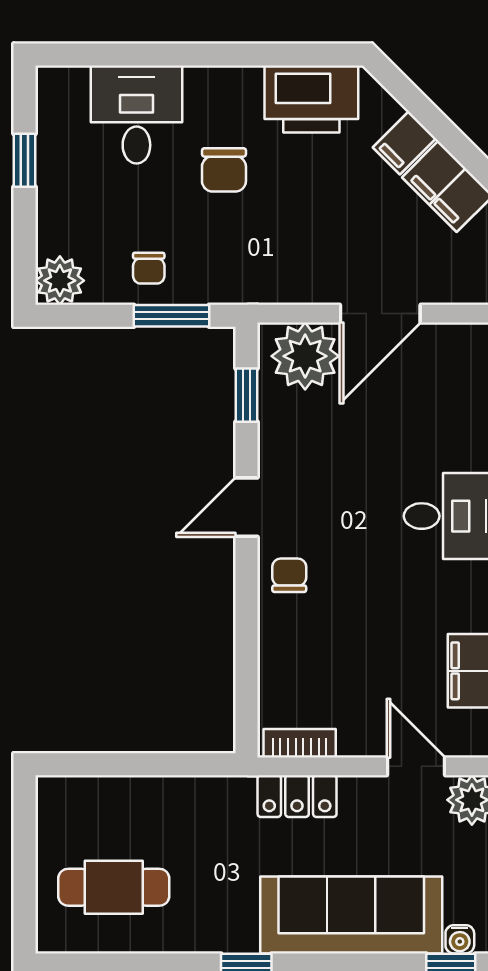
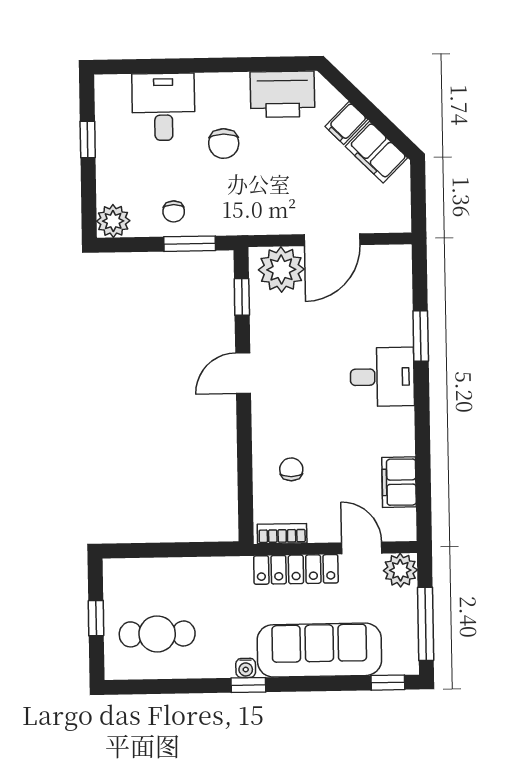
chair: (289, 575) -> (291, 469), moved
locker: (297, 796) -> (296, 569), width x1.53
window: (25, 862) -> (96, 618), added
water cooler: (460, 939) -> (246, 668), moved

